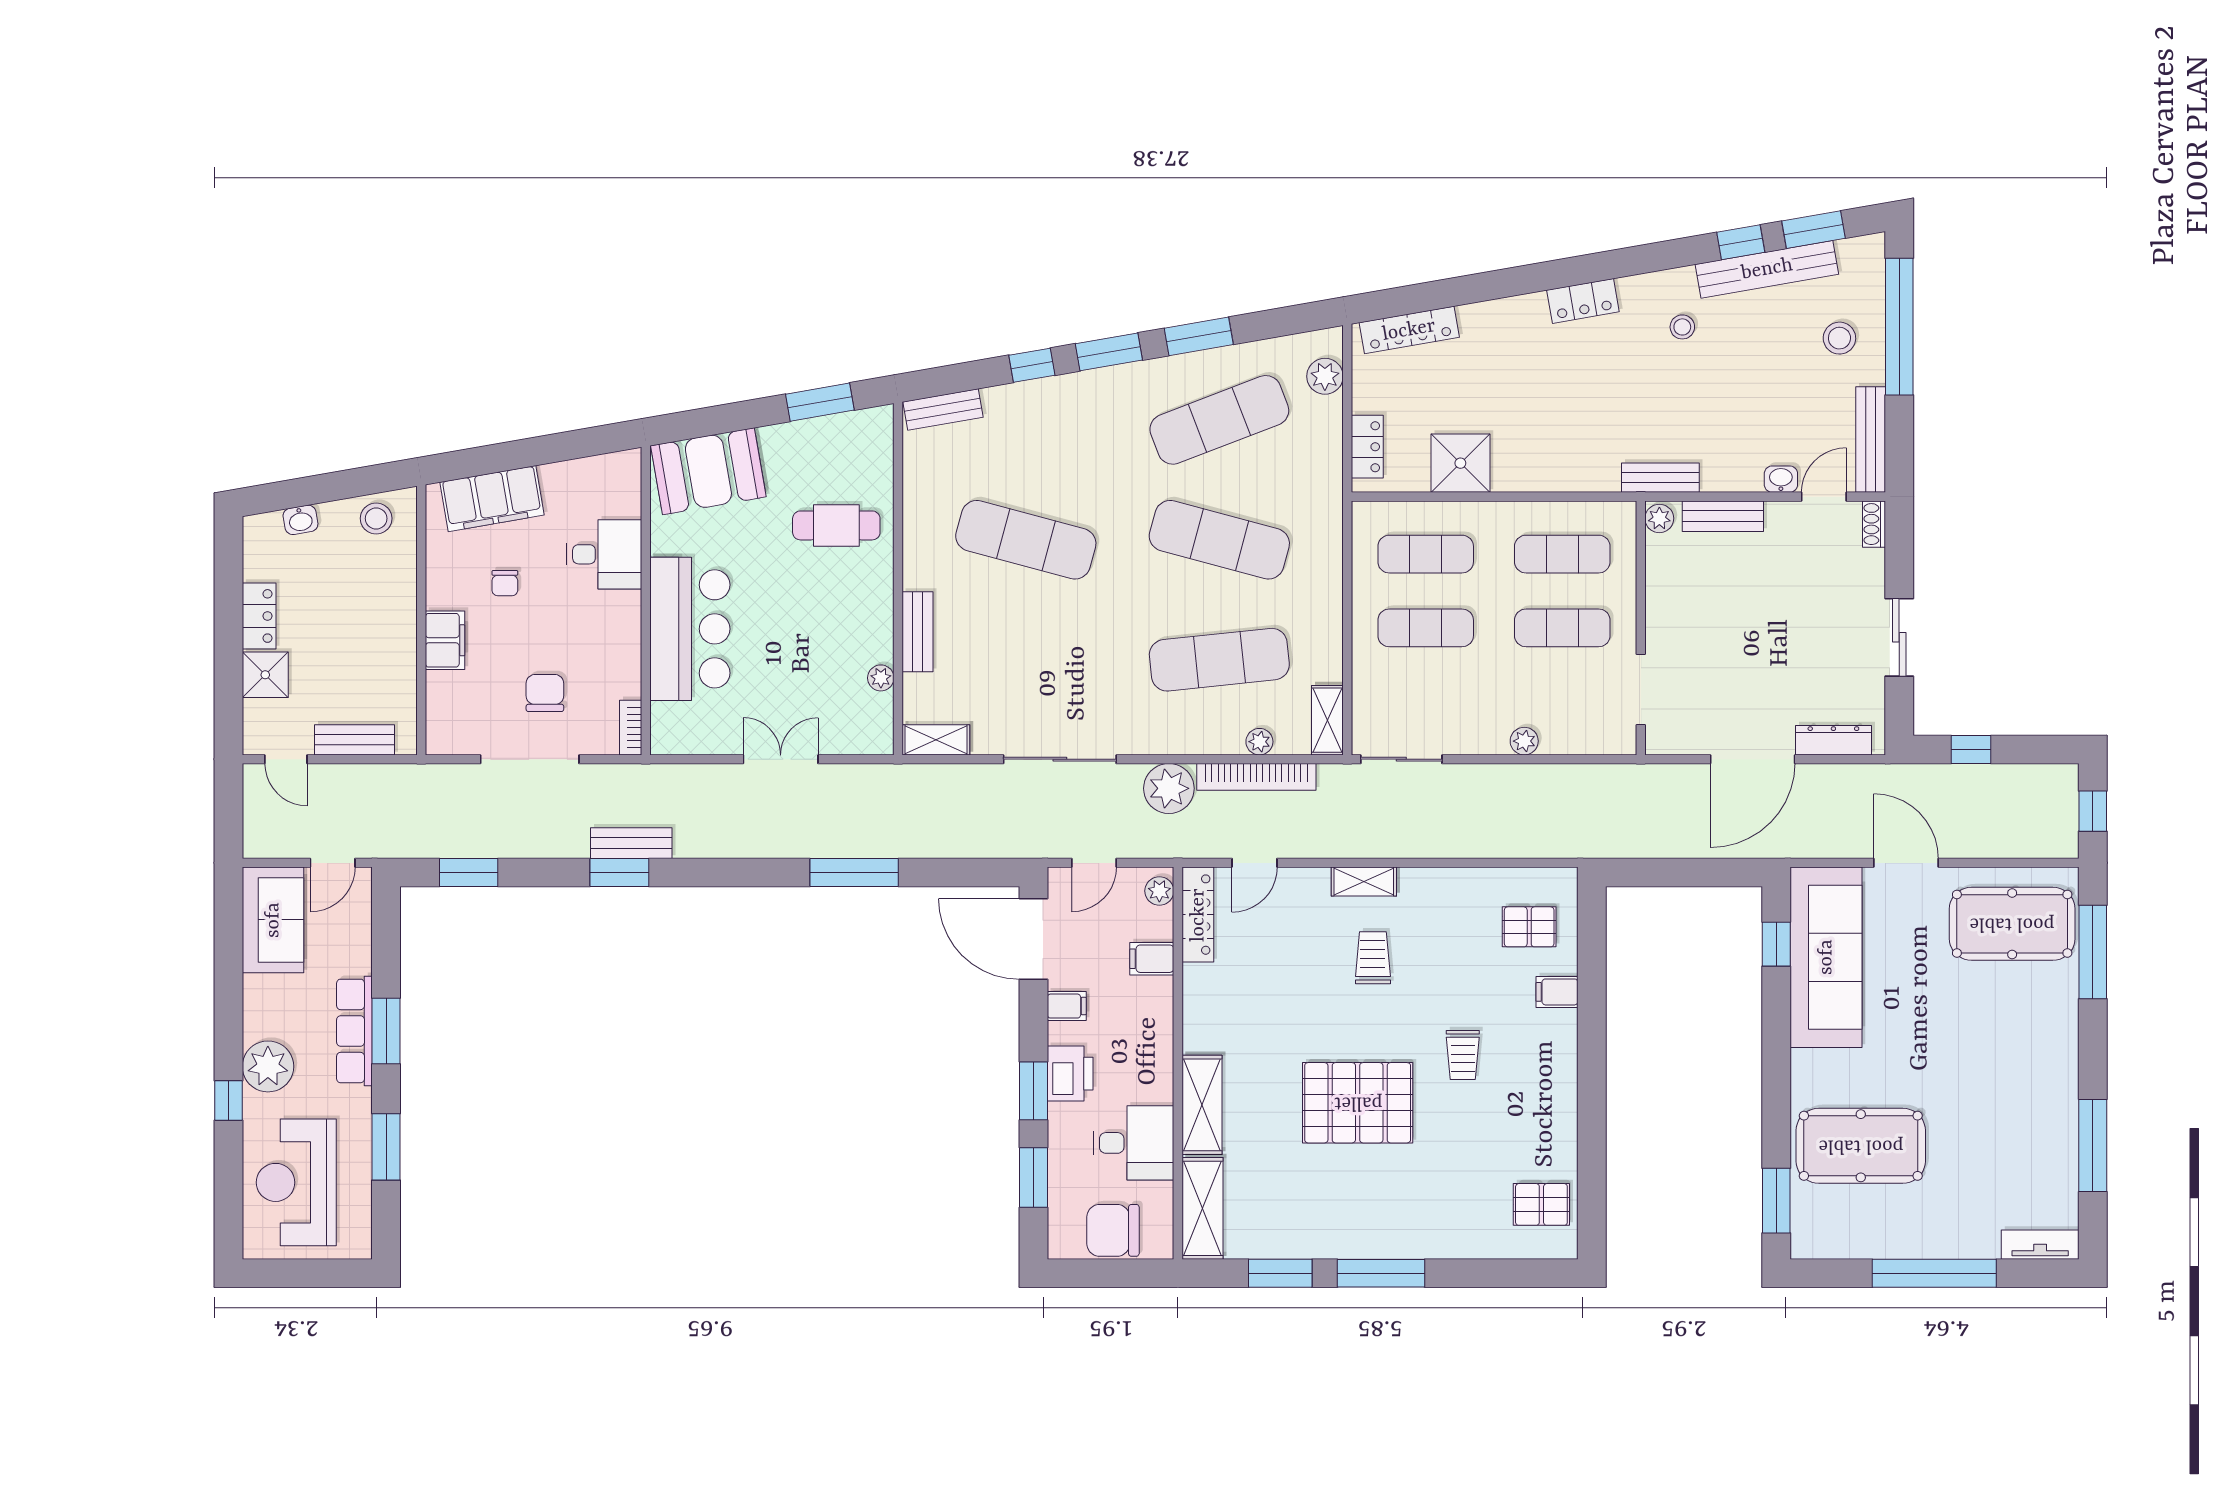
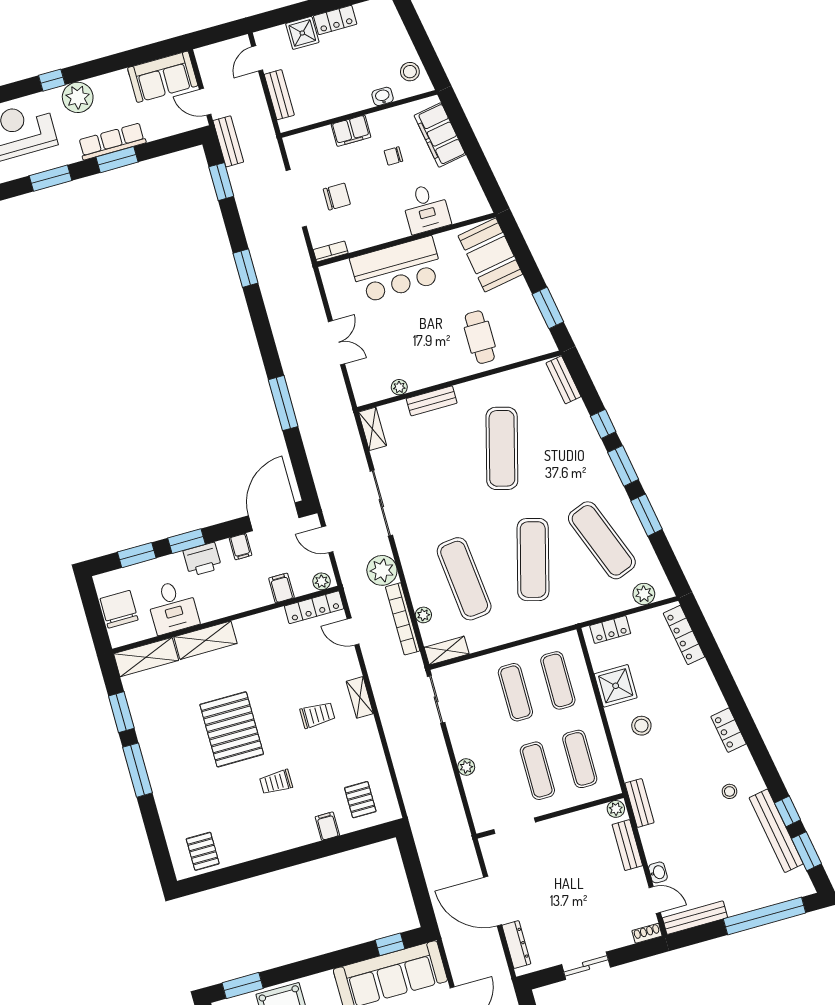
stool: (1839, 338) -> (641, 726), moved
washbasin: (300, 520) -> (383, 96), moved, turned 100
bench: (631, 843) -> (228, 141), moved

